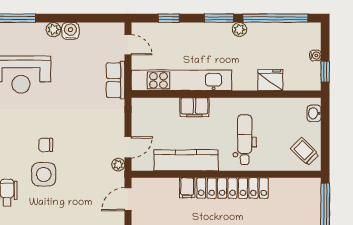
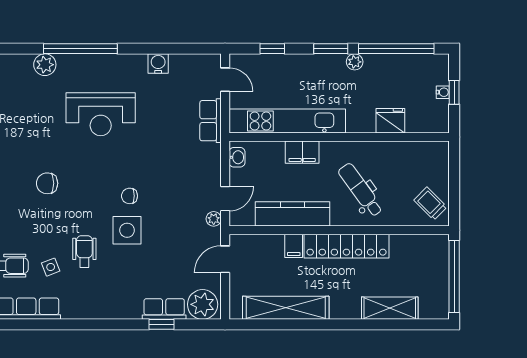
plant: (53, 30) -> (138, 62), removed
window: (325, 72) -> (454, 92), moved
washbasin: (314, 113) -> (237, 157), moved, turned 180
dental chair: (245, 140) -> (361, 190), turned -36

